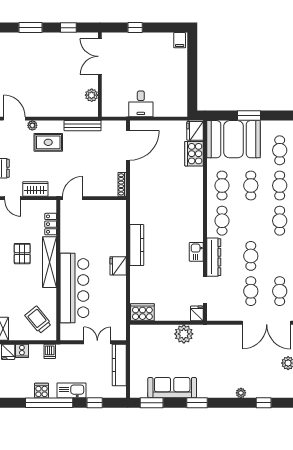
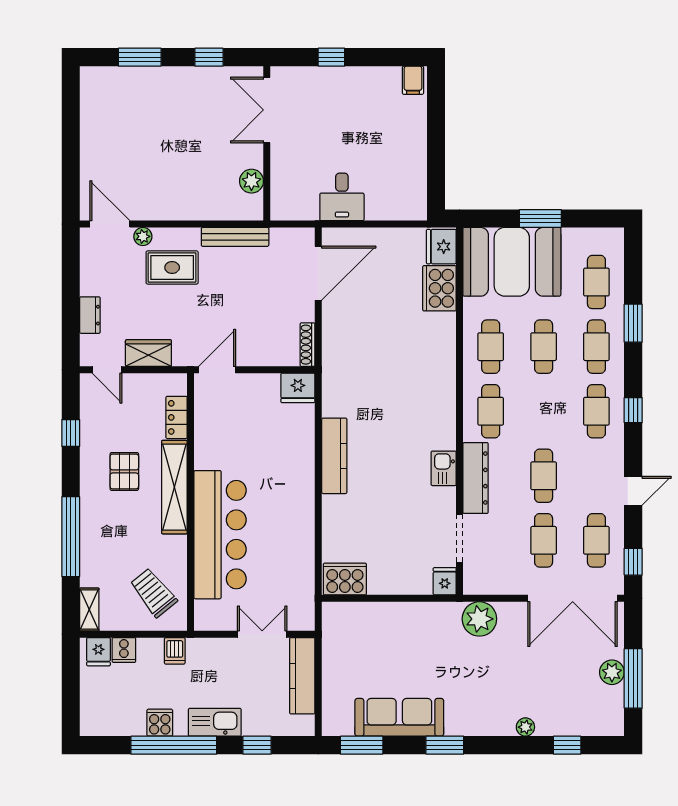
fridge: (118, 266) -> (298, 388), moved, turned -90
plant: (184, 334) -> (479, 619), moved

